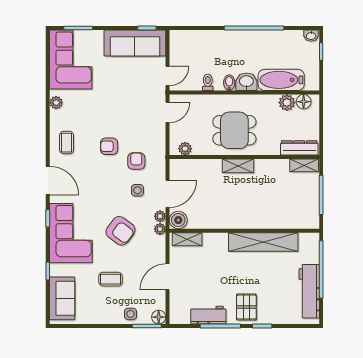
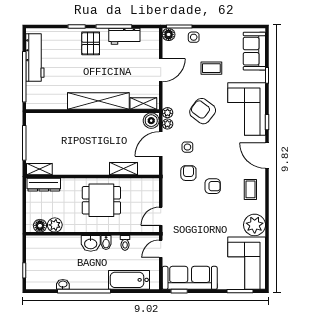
washbasin: (311, 36) -> (63, 284), moved
bathtub: (281, 80) -> (129, 280), moved, turned 180
plant: (56, 103) -> (255, 225), width x1.87, depth x1.87
plant: (185, 149) -> (145, 184), removed
armchair: (136, 161) -> (188, 173), turned 180
shelving: (238, 166) -> (124, 169), moved
shelving: (263, 242) -> (98, 101), moved

